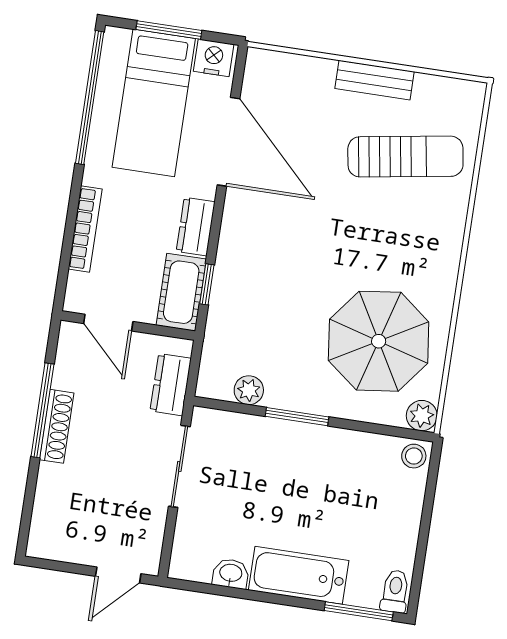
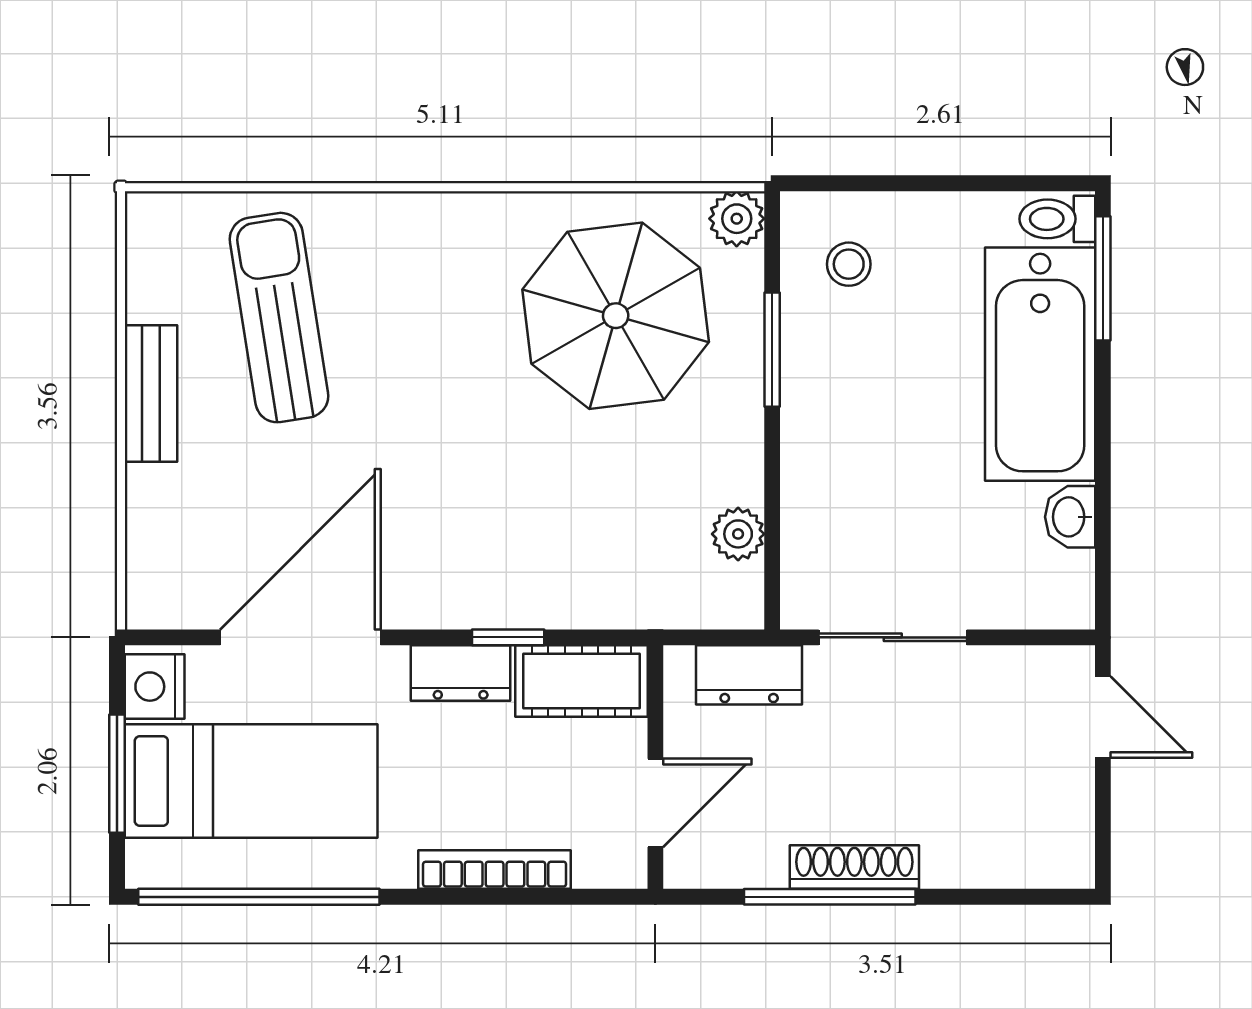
window: (207, 284) -> (508, 637), moved
window: (297, 417) -> (772, 350), moved
stool: (414, 456) -> (849, 264), moved
bathtub: (299, 575) -> (1040, 364), width x1.36, depth x1.36

